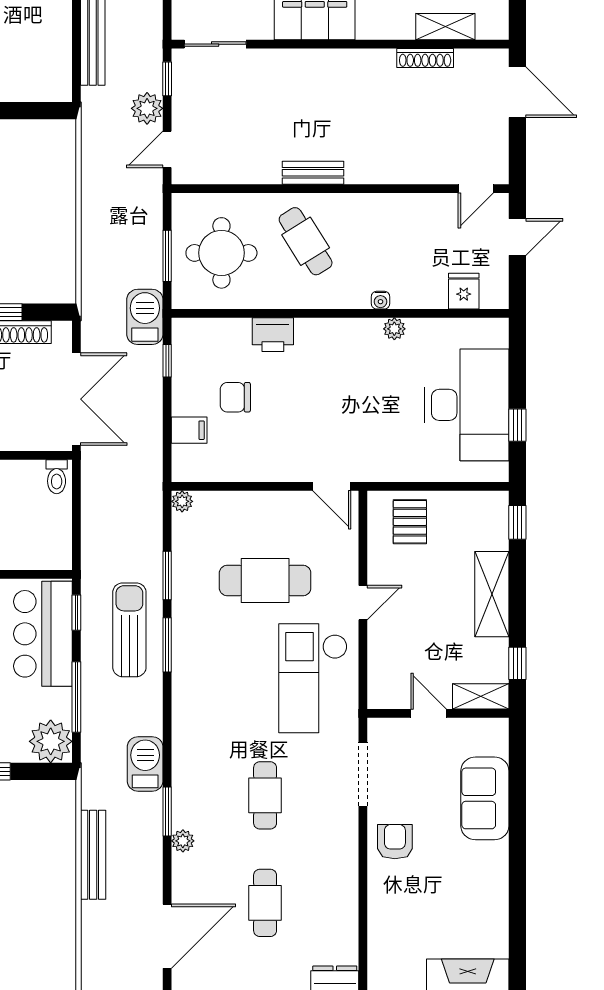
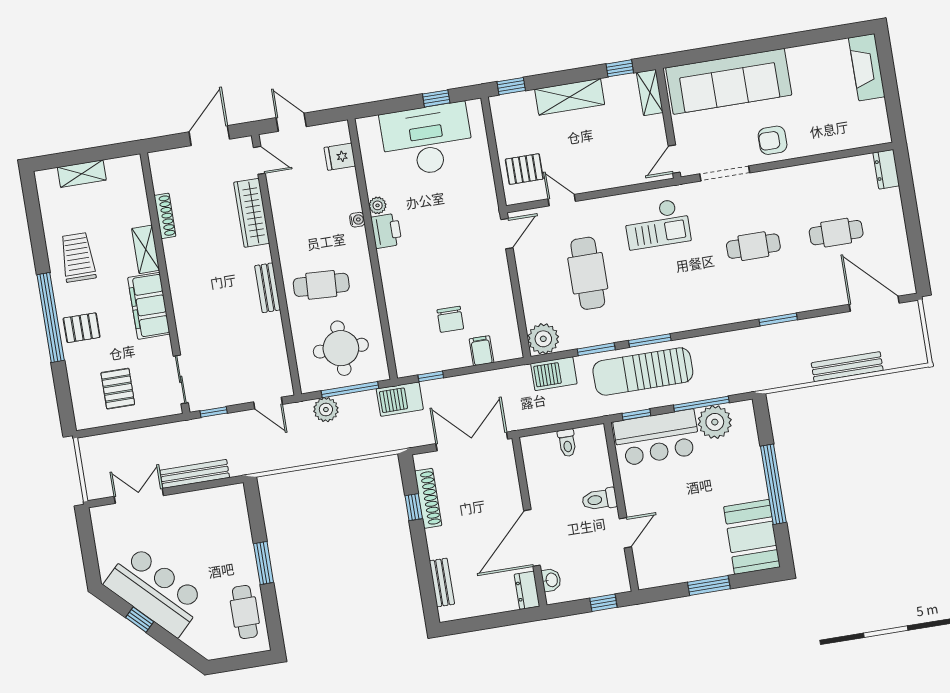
shelving: (445, 27) -> (146, 249), moved
door: (517, 92) -> (209, 136), moved
plant: (147, 108) -> (326, 410), moved
wardrobe: (411, 168) -> (252, 213), added
cafe table: (306, 241) -> (321, 285), turned 35
window: (167, 256) -> (350, 390), width x1.44
printer: (273, 335) -> (386, 231), moved
toilet: (57, 477) -> (567, 443), moved, turned 90
plant: (182, 501) -> (543, 339), width x1.87, depth x1.87
door: (363, 603) -> (562, 200), moved
sun lounger: (129, 630) -> (643, 372), width x1.36, depth x1.34
checkout: (313, 678) -> (657, 224), width x0.73, depth x0.83
door: (429, 713) -> (674, 159), moved
plant: (51, 741) -> (715, 422), moved
barbecue: (145, 764) -> (554, 374), moved
sofa: (485, 798) -> (729, 81), width x1.85, depth x1.27
plant: (183, 841) -> (799, 304), removed
bench: (93, 855) -> (847, 367), moved

